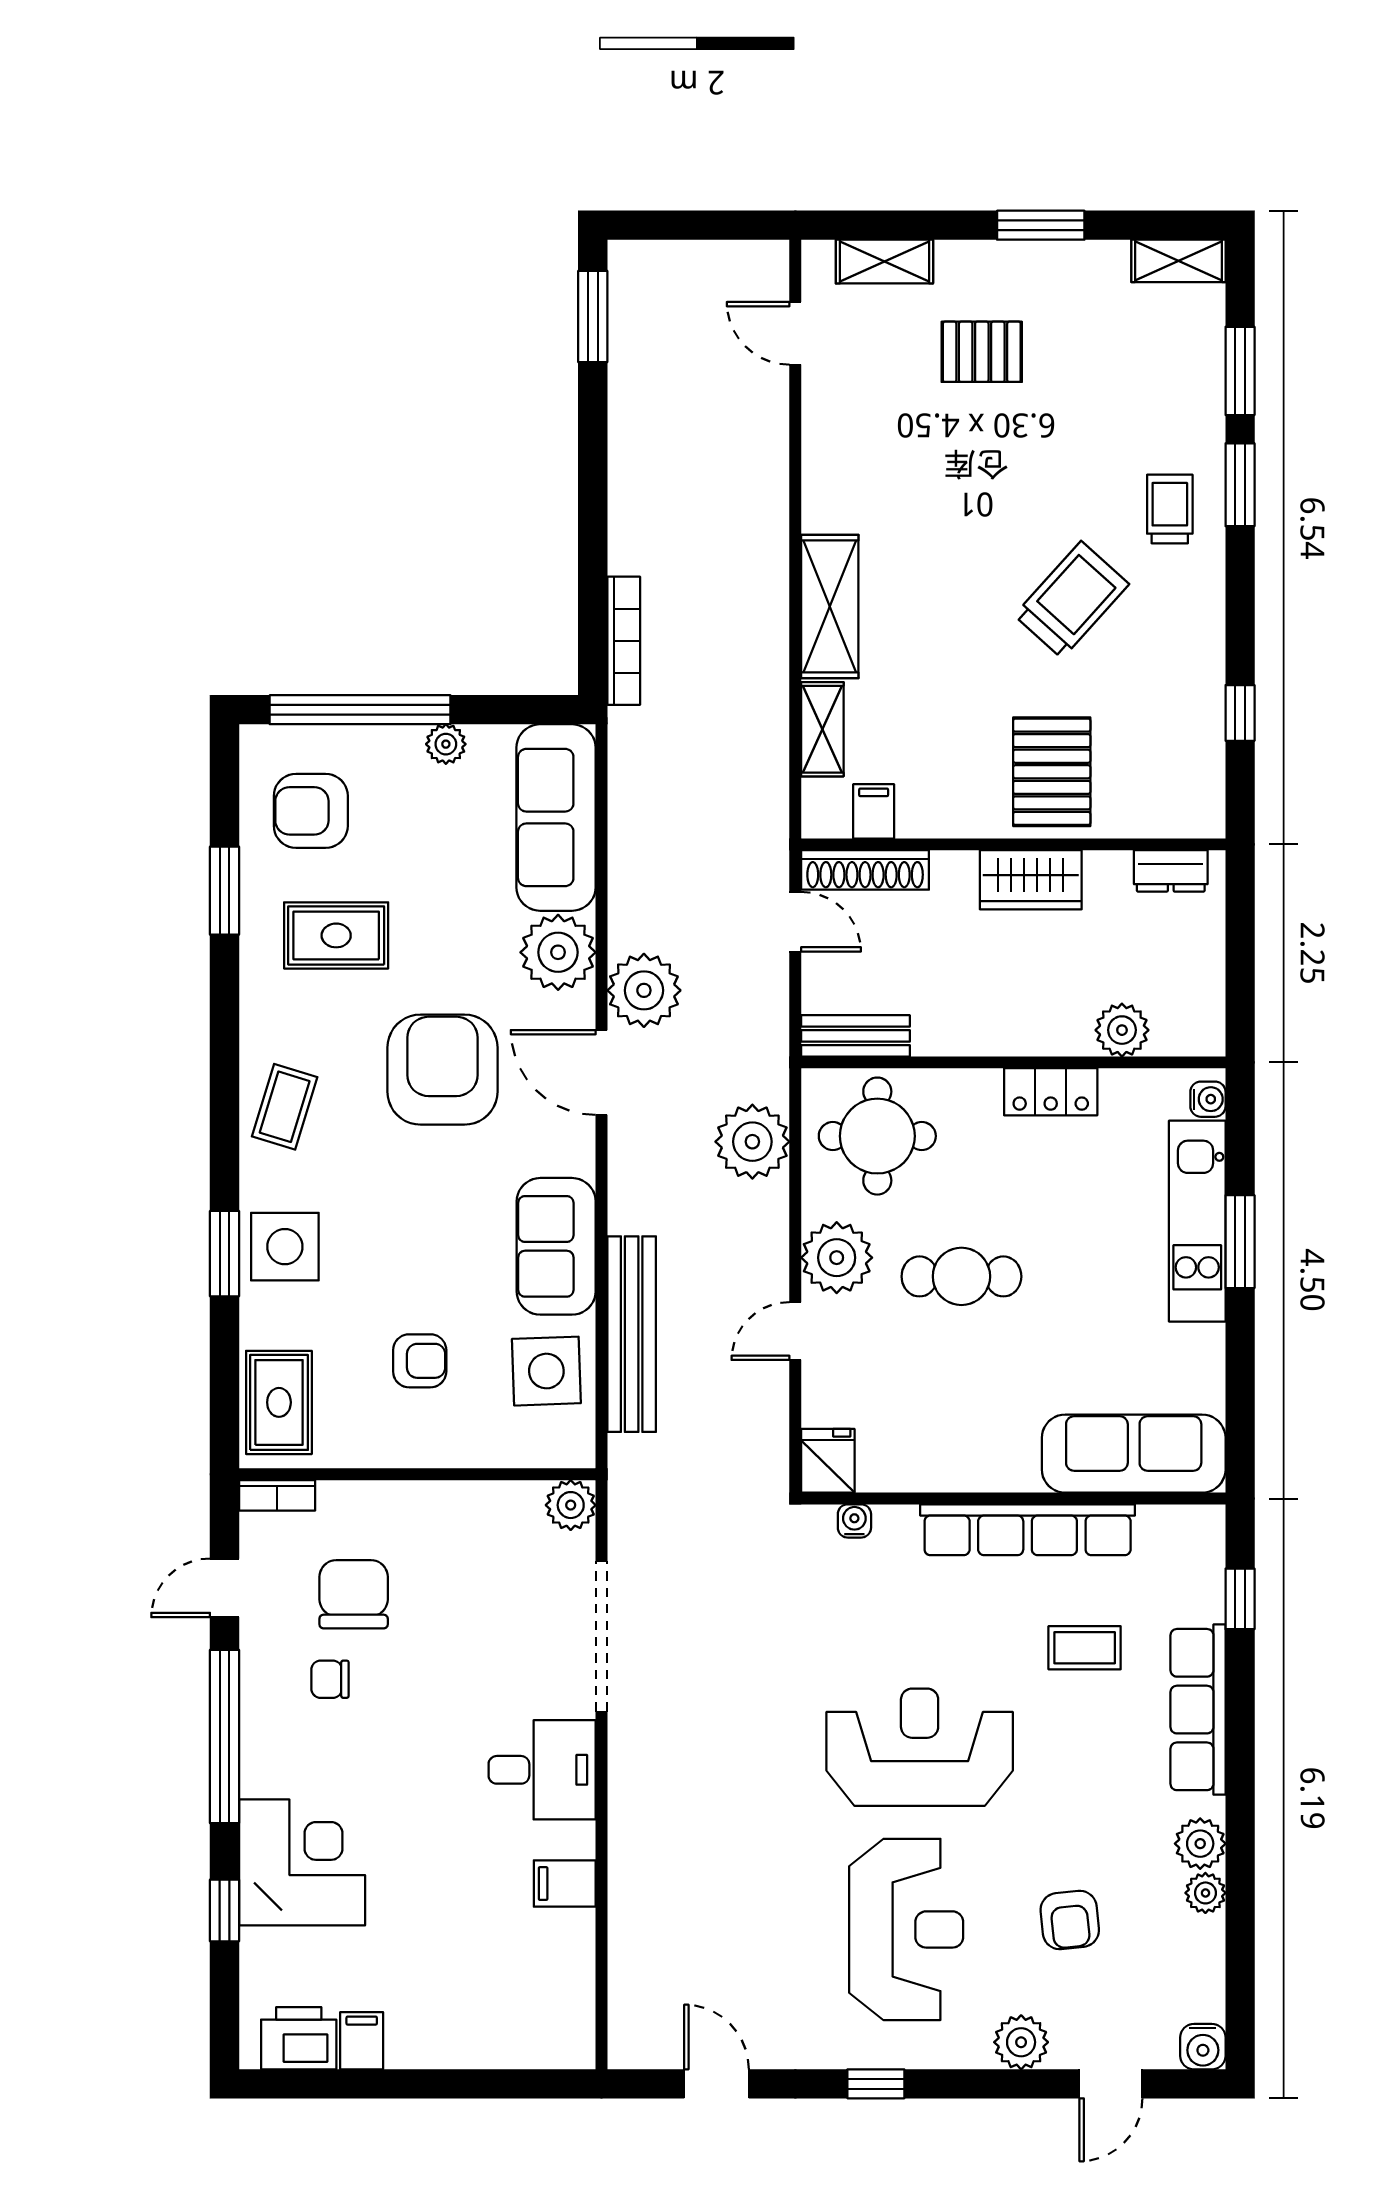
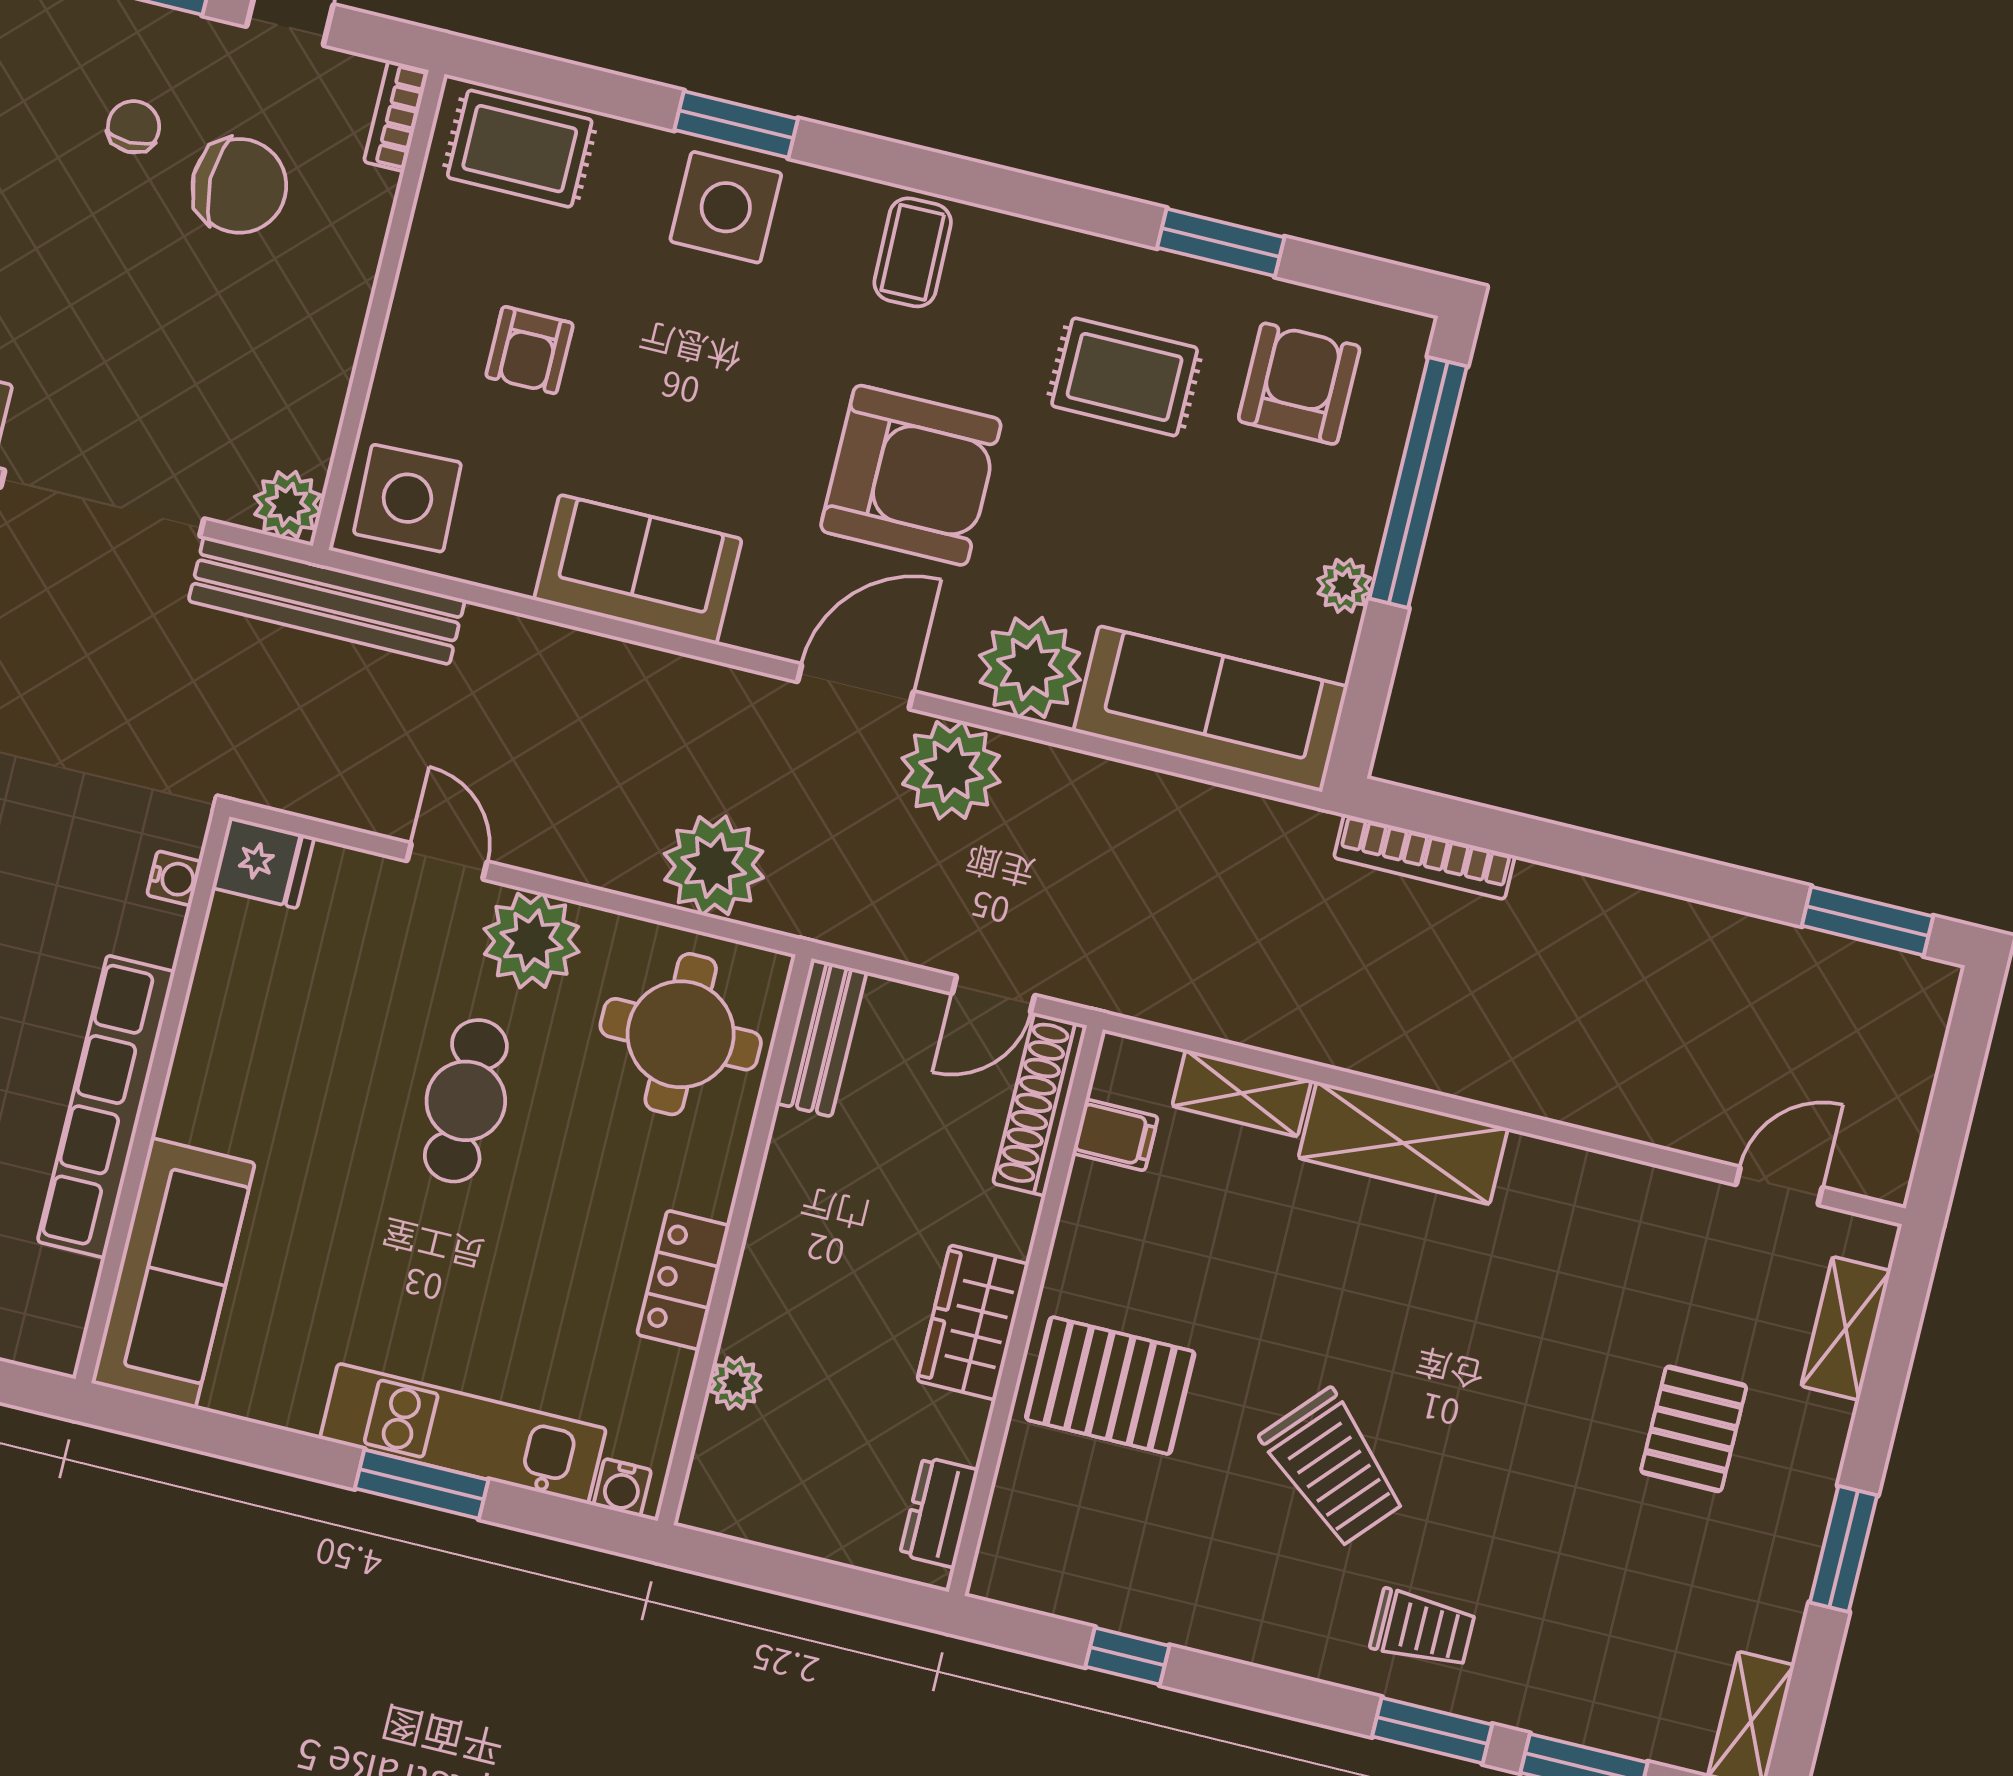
rug: (336, 935) -> (1125, 377), turned 90
plant: (1122, 1030) -> (735, 1383), width x0.73, depth x0.73
coffee table: (285, 1107) -> (913, 252), turned 72
bench: (632, 1334) -> (327, 600), moved
side table: (546, 1371) -> (407, 498), moved

